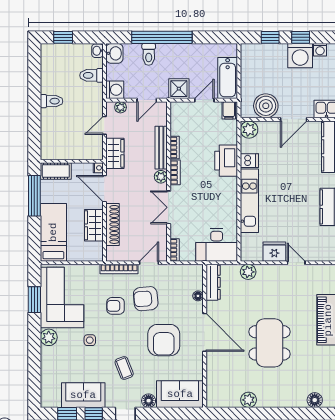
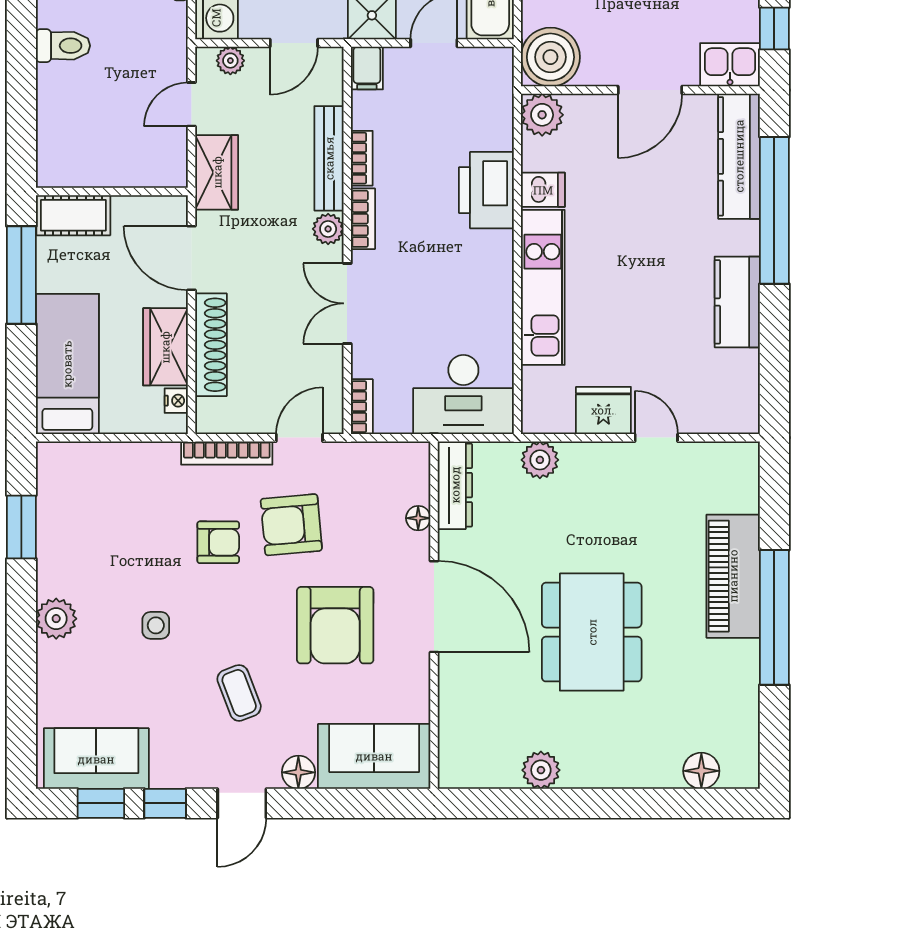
boiler: (266, 106) -> (550, 57), moved
filing cabinet: (229, 110) -> (367, 68), moved
nightstand: (98, 168) -> (176, 401), moved
corner sofa: (62, 297) -> (88, 522), removed
armchair: (115, 306) -> (218, 542), turned 180
sofa: (83, 395) -> (96, 759), moved

